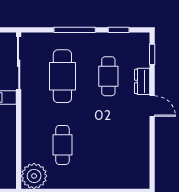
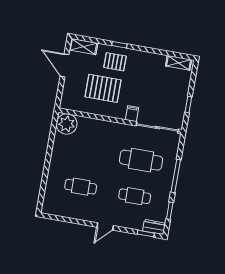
dresser: (142, 81) -> (154, 227), moved
cafe table: (62, 145) -> (81, 187), moved

